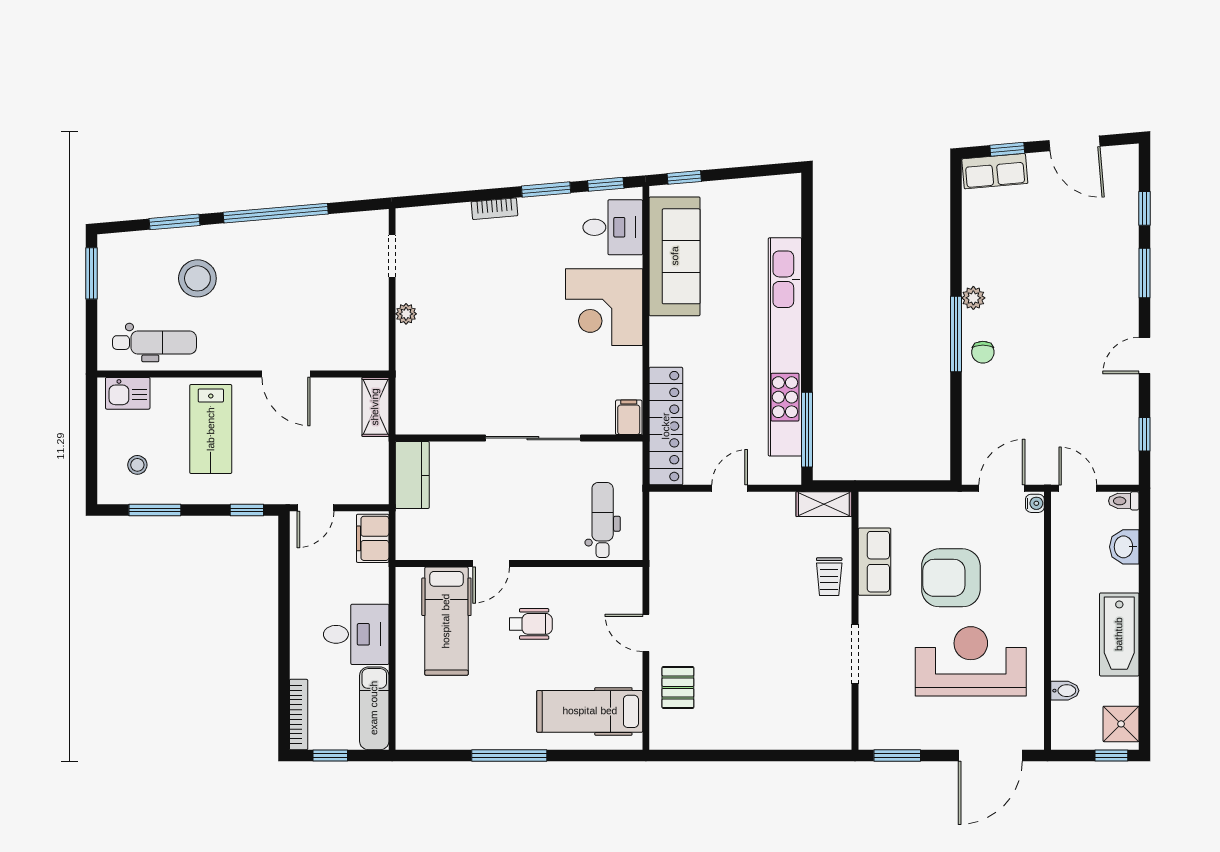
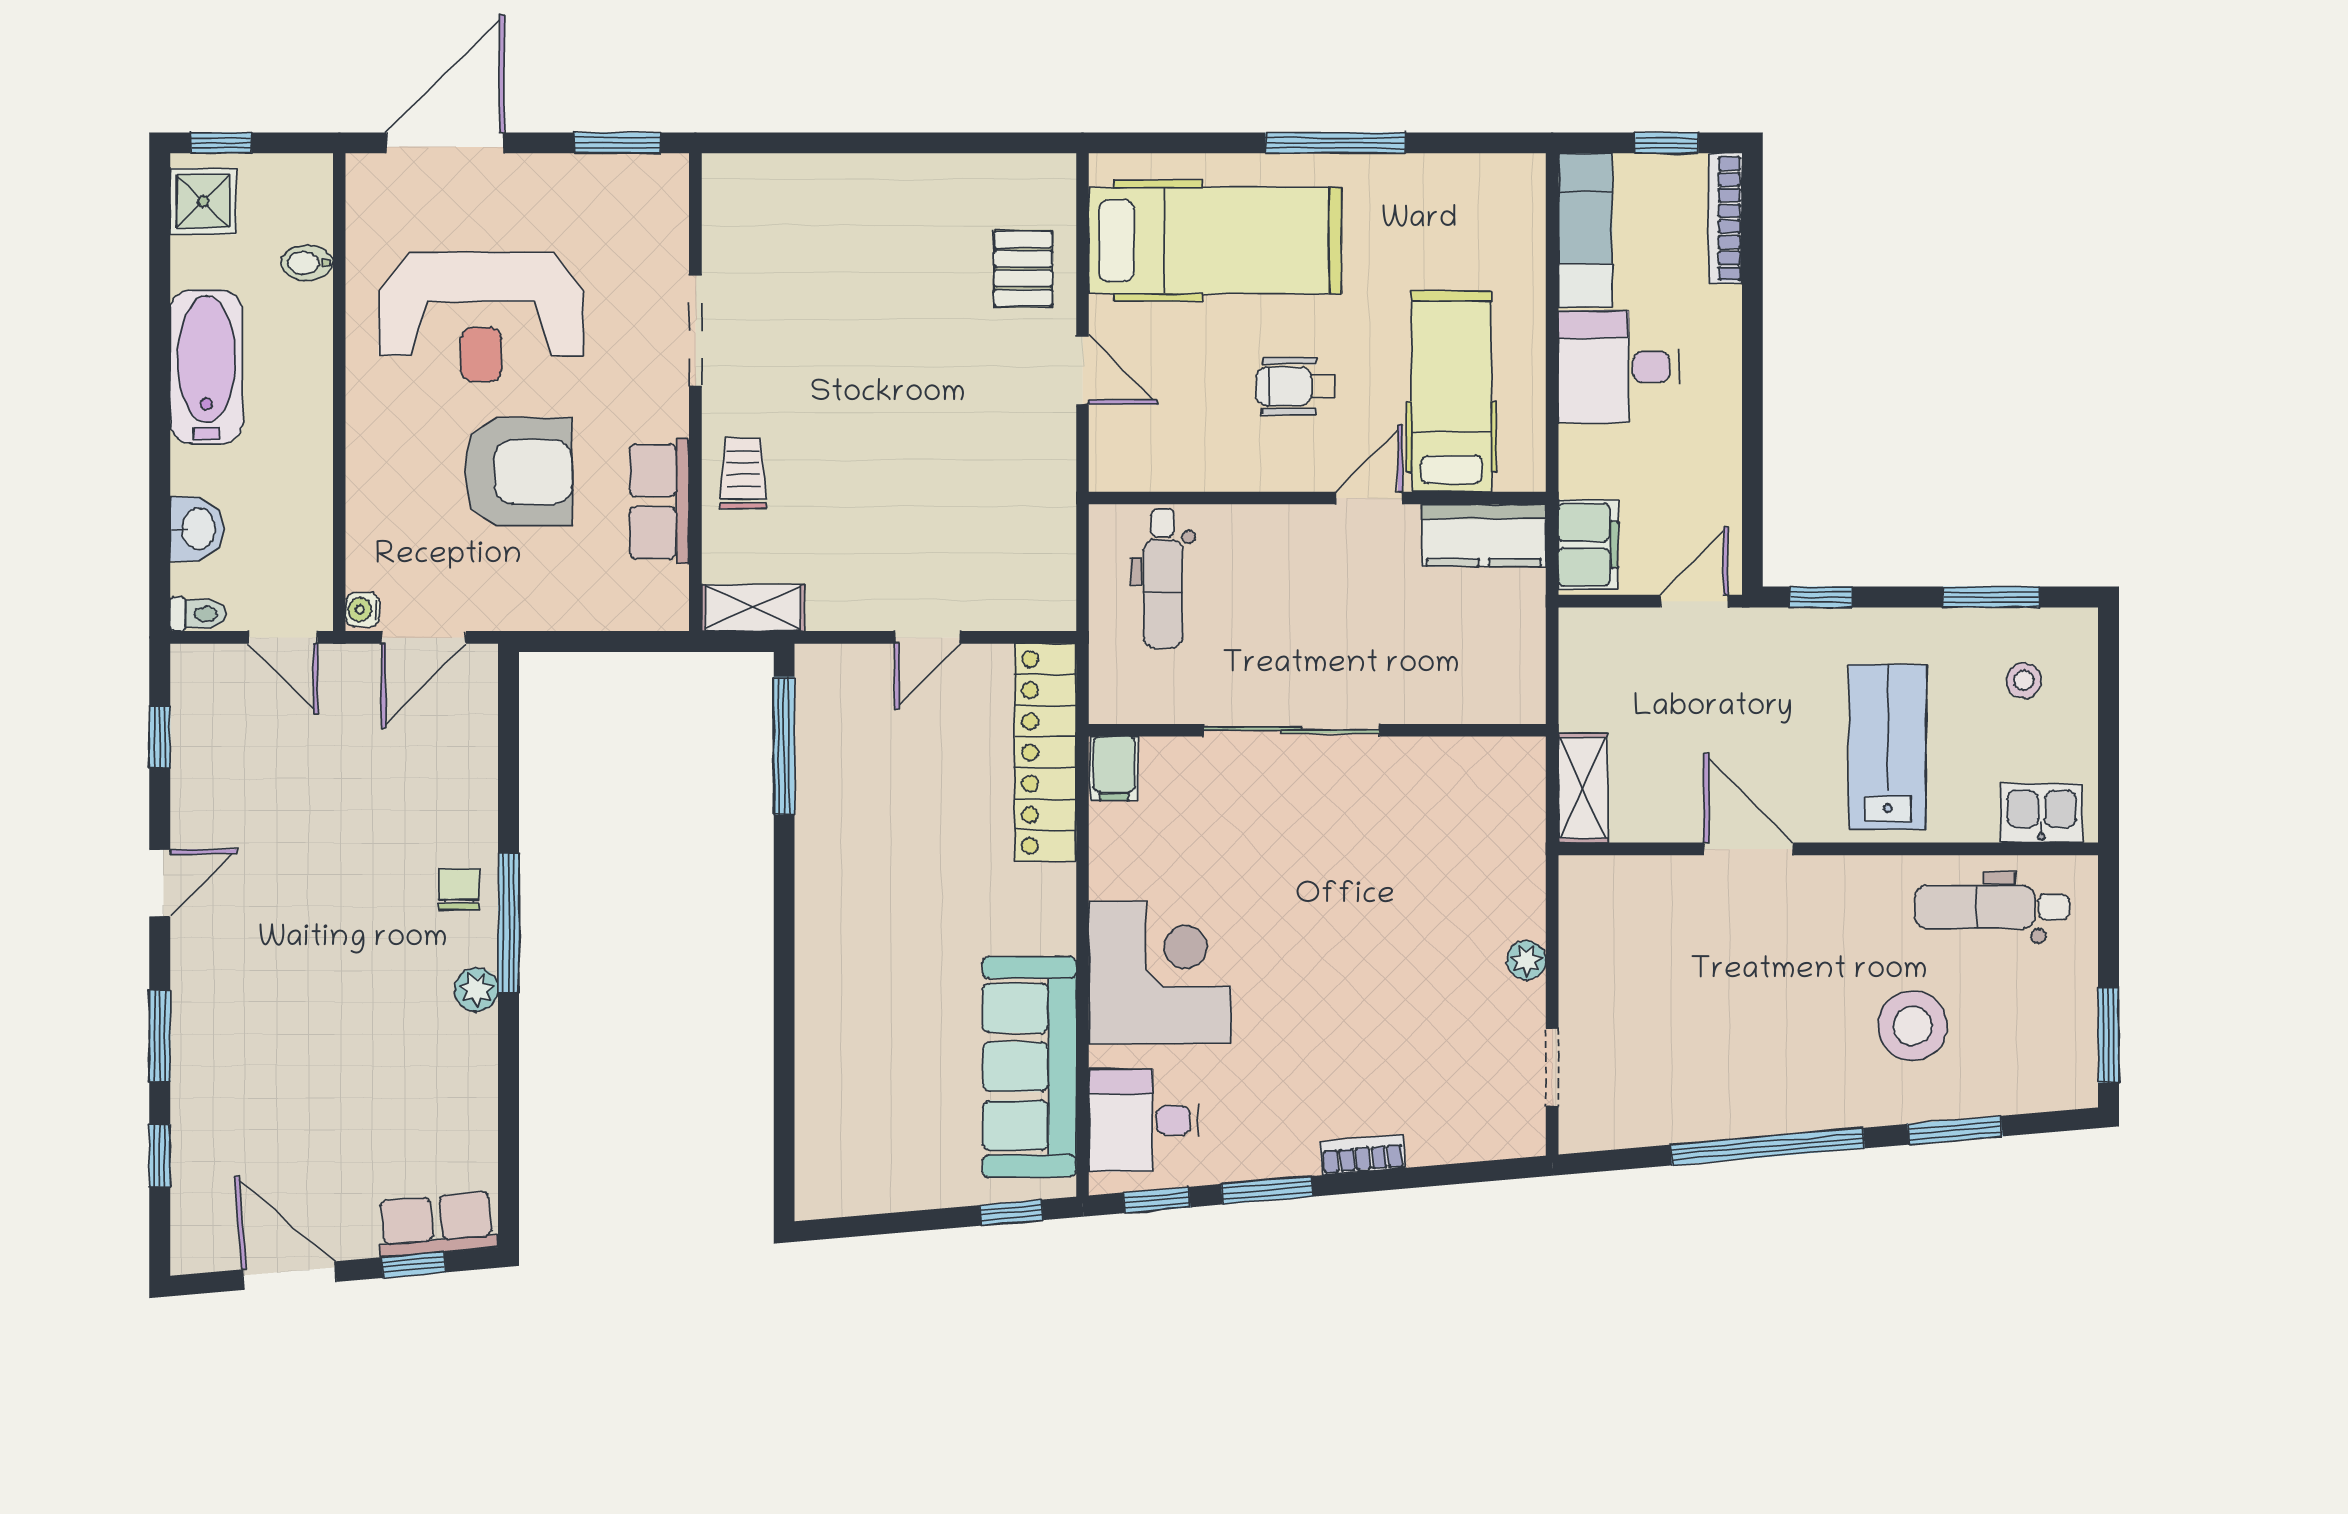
kitchen unit: (785, 347) -> (825, 899), removed
kitchen counter: (412, 475) -> (1484, 535), moved, turned -90
hospital bed: (590, 711) -> (1215, 241), width x1.37, depth x1.29

